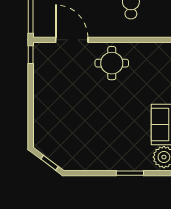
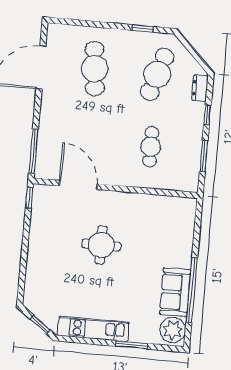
round table: (112, 63) -> (101, 245), moved
kitchen unit: (96, 162) -> (93, 329), added

